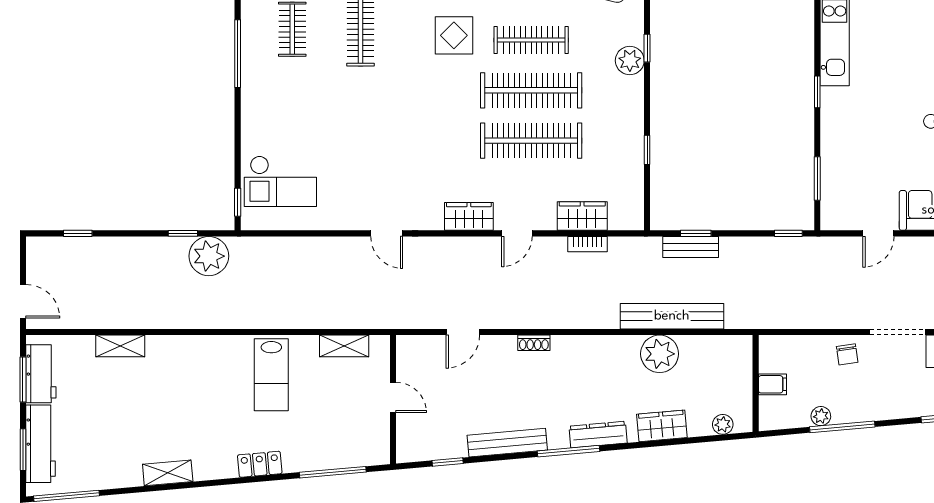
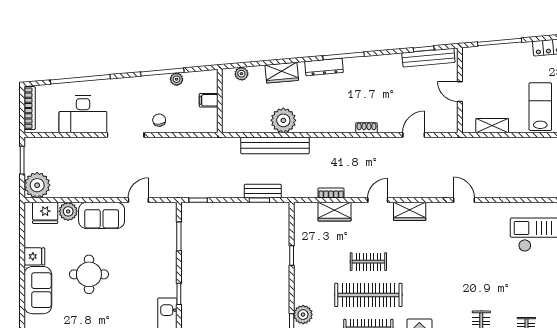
clothes rail: (531, 141) -> (368, 262), width x0.54, depth x0.76
bench: (507, 443) -> (428, 58), moved

